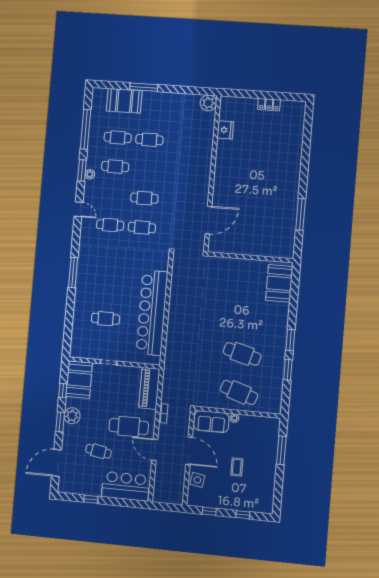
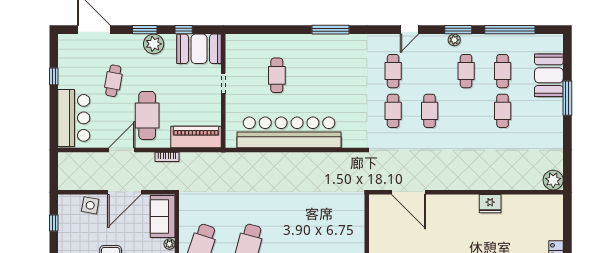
fridge: (225, 130) -> (490, 204), moved

